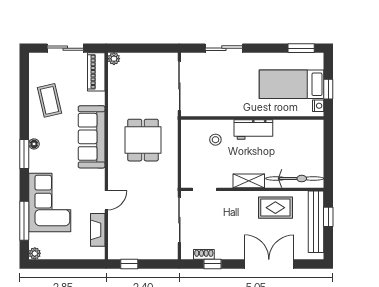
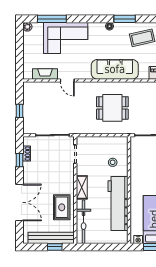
workbench: (253, 129) -> (118, 203), width x1.88, depth x1.32
window: (24, 154) -> (125, 19), moved
window: (129, 264) -> (19, 111), moved

